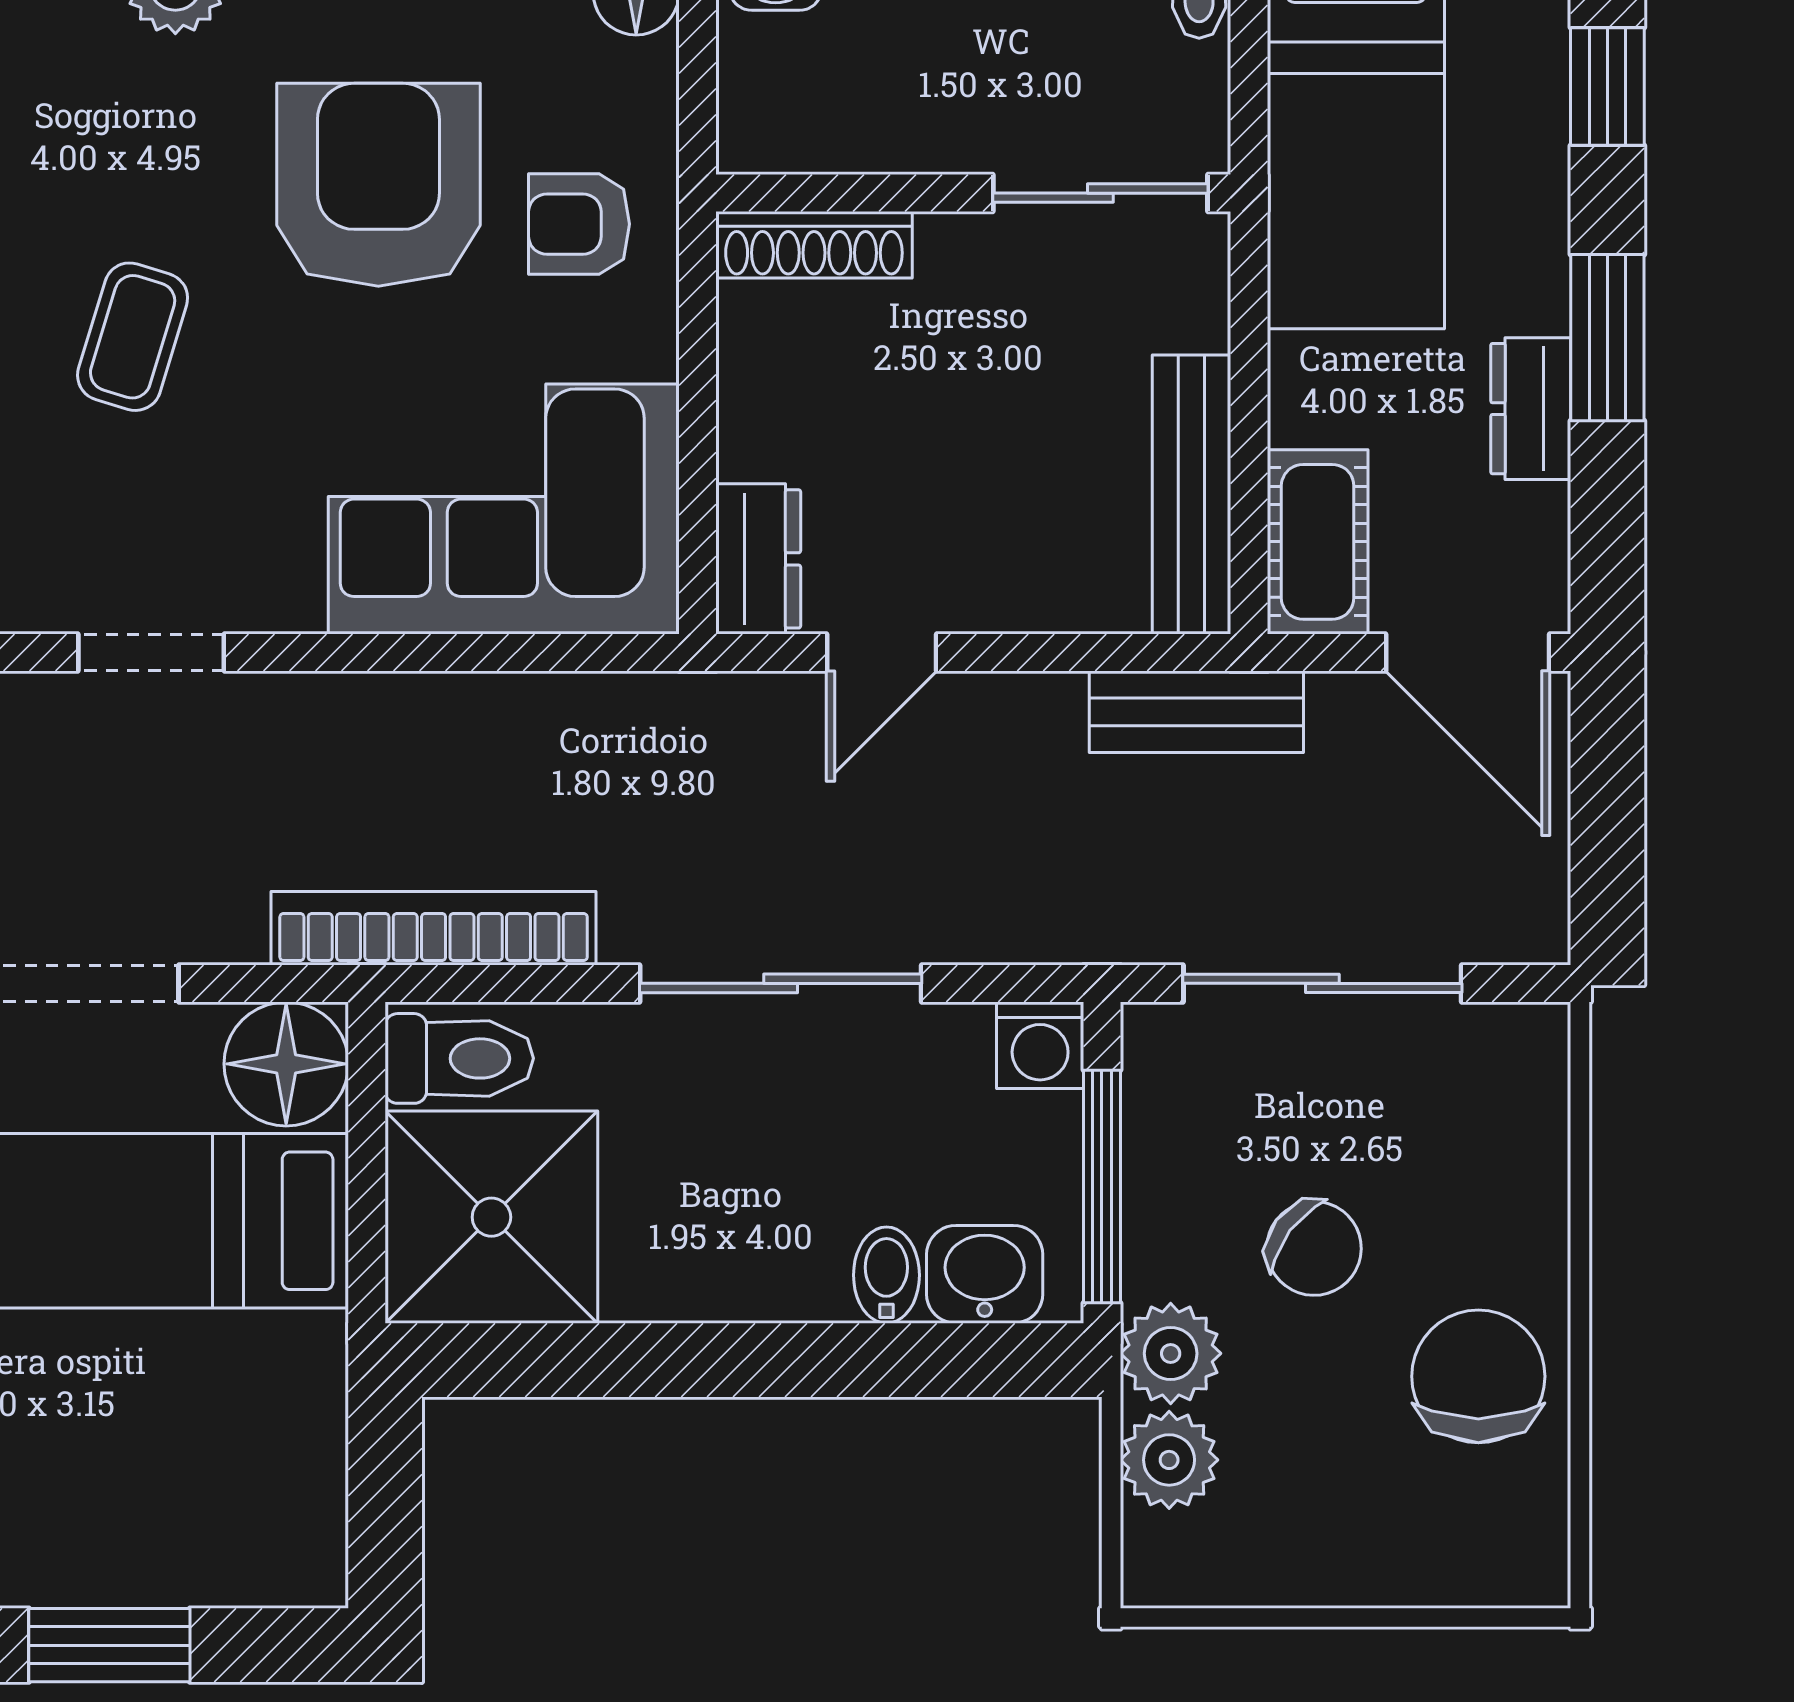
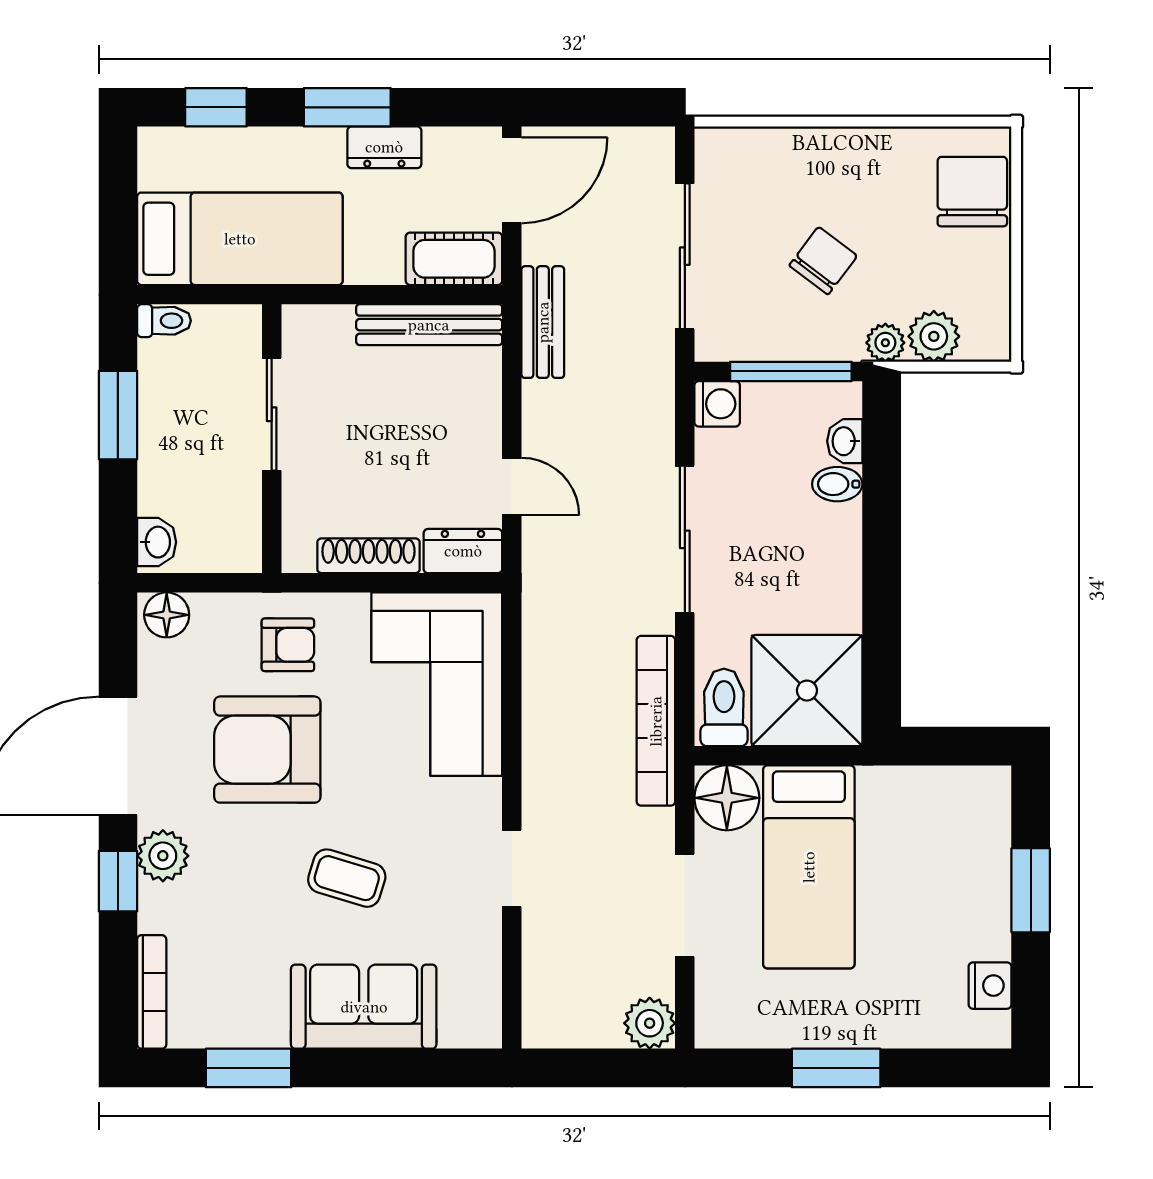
sliding door: (1100, 193) -> (272, 414), moved
armchair: (579, 224) -> (288, 645), turned -90
shoe rack: (814, 245) -> (369, 556), moved, turned -90
washbasin: (985, 1274) -> (845, 441), width x0.72, depth x0.69
plant: (1171, 1353) -> (885, 343), width x0.73, depth x0.73
chair: (1478, 1376) -> (972, 192), moved, turned 90

